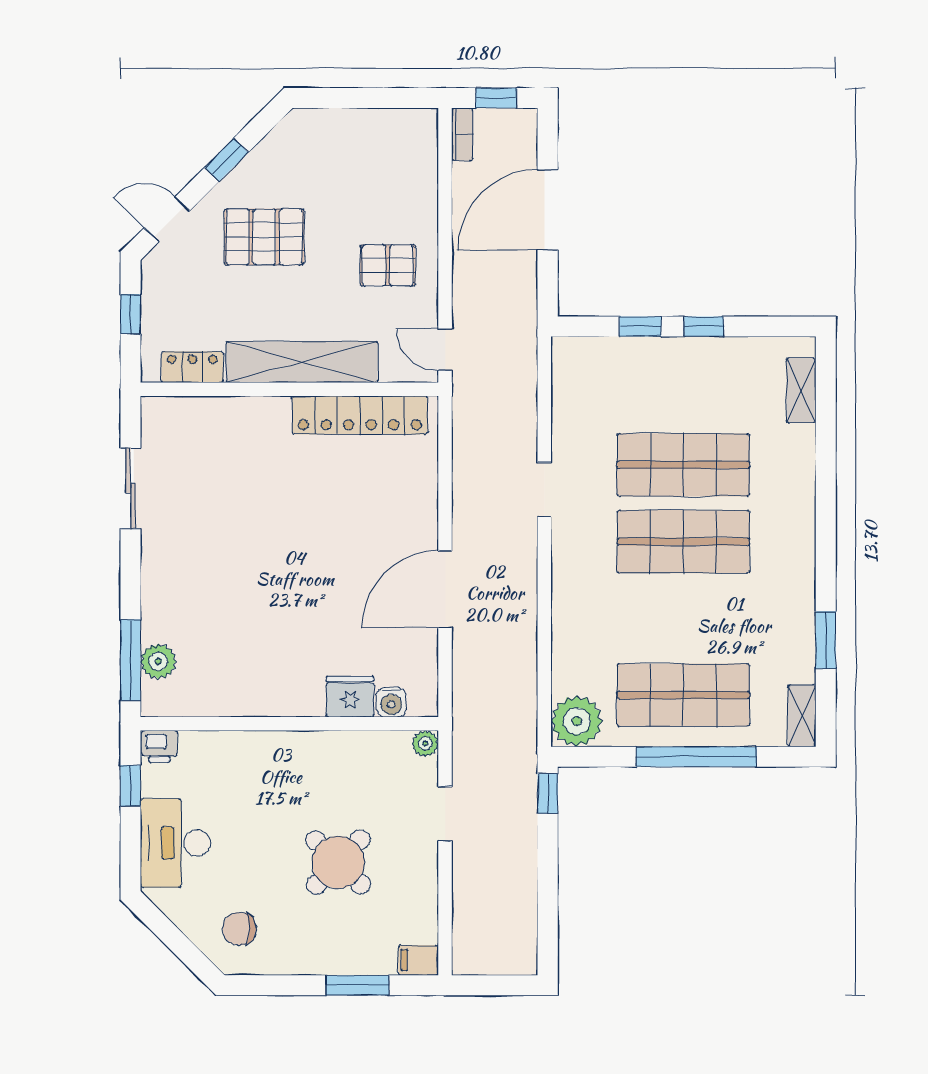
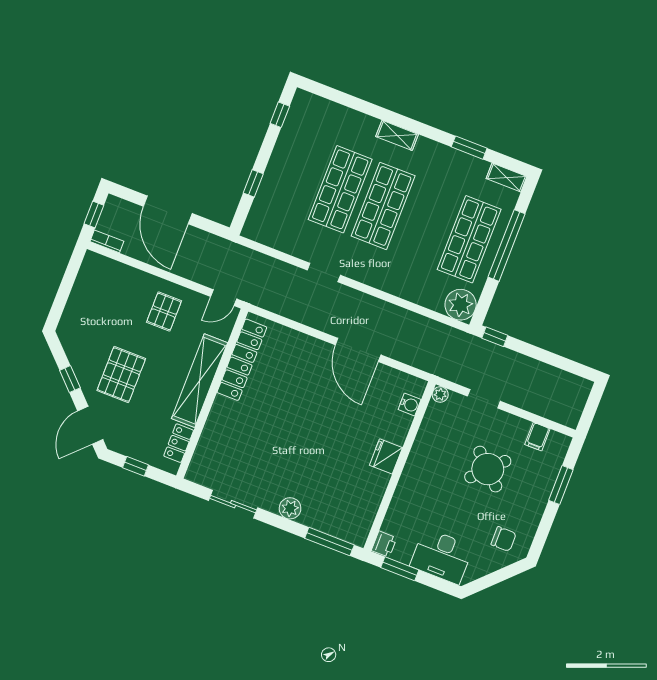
door: (167, 219) -> (90, 425), width x1.38
window: (704, 326) -> (280, 115), moved
shelving: (801, 390) -> (397, 135), moved
plant: (158, 661) -> (290, 508), moved
fridge: (350, 697) -> (386, 456), moved
window: (131, 786) -> (400, 569), width x1.50
chair: (239, 929) -> (504, 539), turned -90
filing cabinet: (418, 960) -> (537, 437), moved

